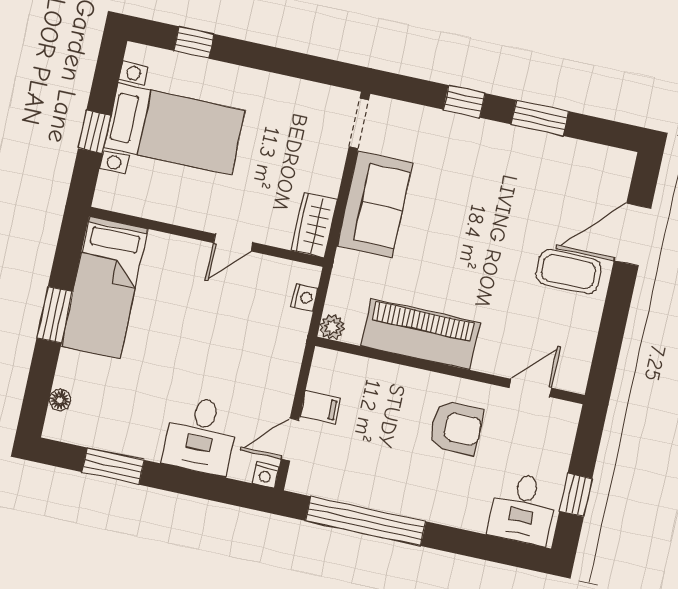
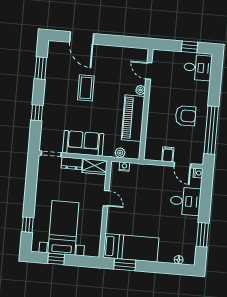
window: (540, 118) -> (41, 68), moved
window: (95, 132) -> (56, 259), moved
dresser: (329, 170) -> (72, 163), added
coffee table: (569, 272) -> (86, 88), moved
window: (55, 315) -> (125, 265), moved
plant: (332, 327) -> (120, 153), moved
plant: (486, 361) -> (140, 90), added
armchair: (456, 428) -> (186, 116), moved, turned 90

